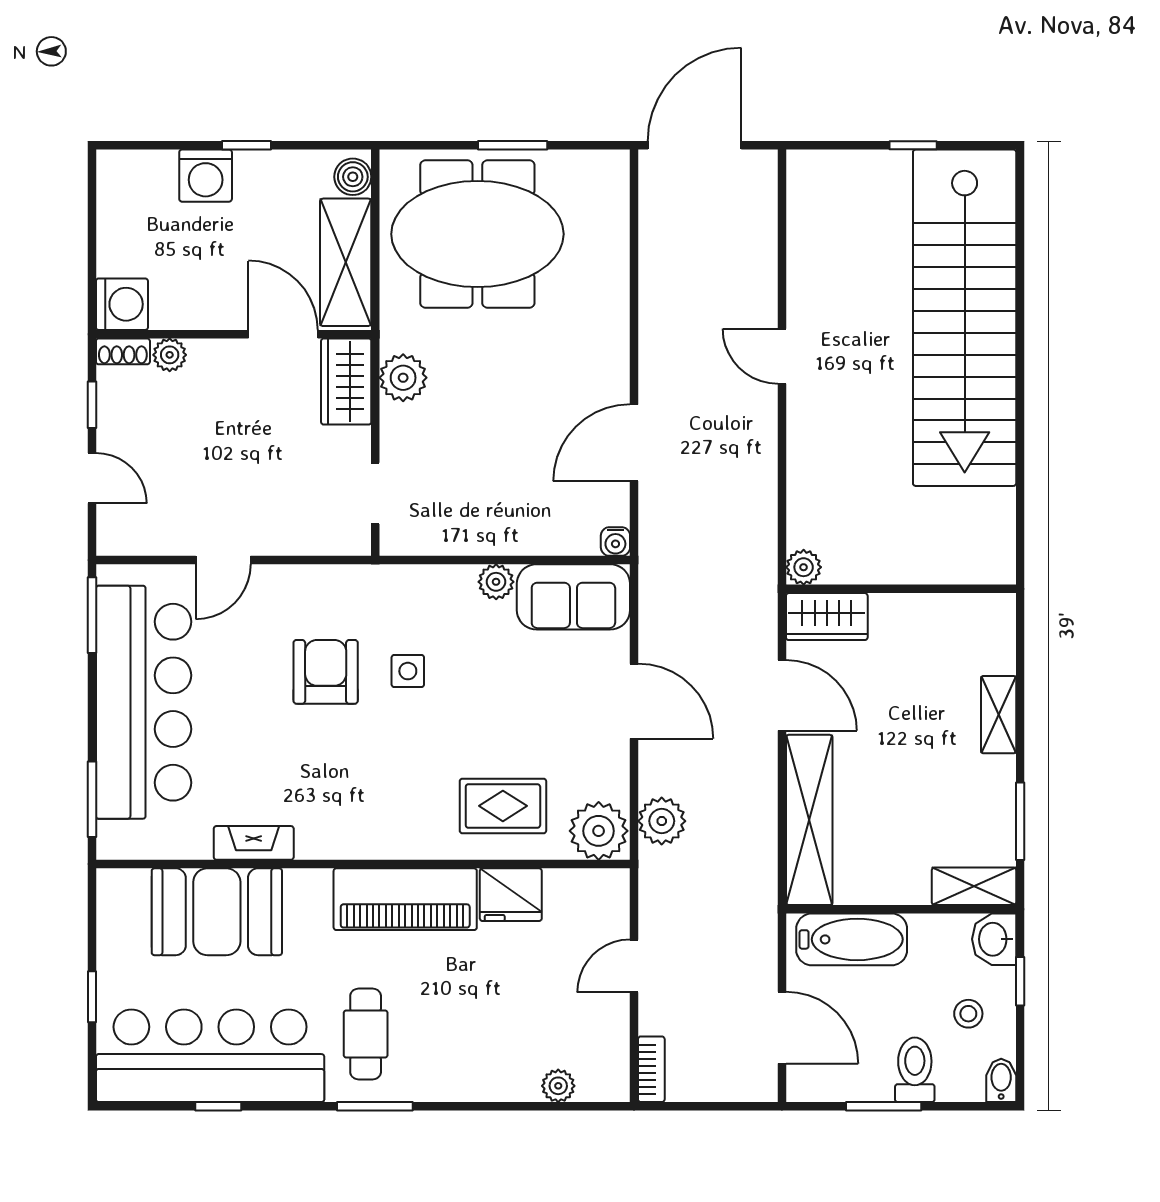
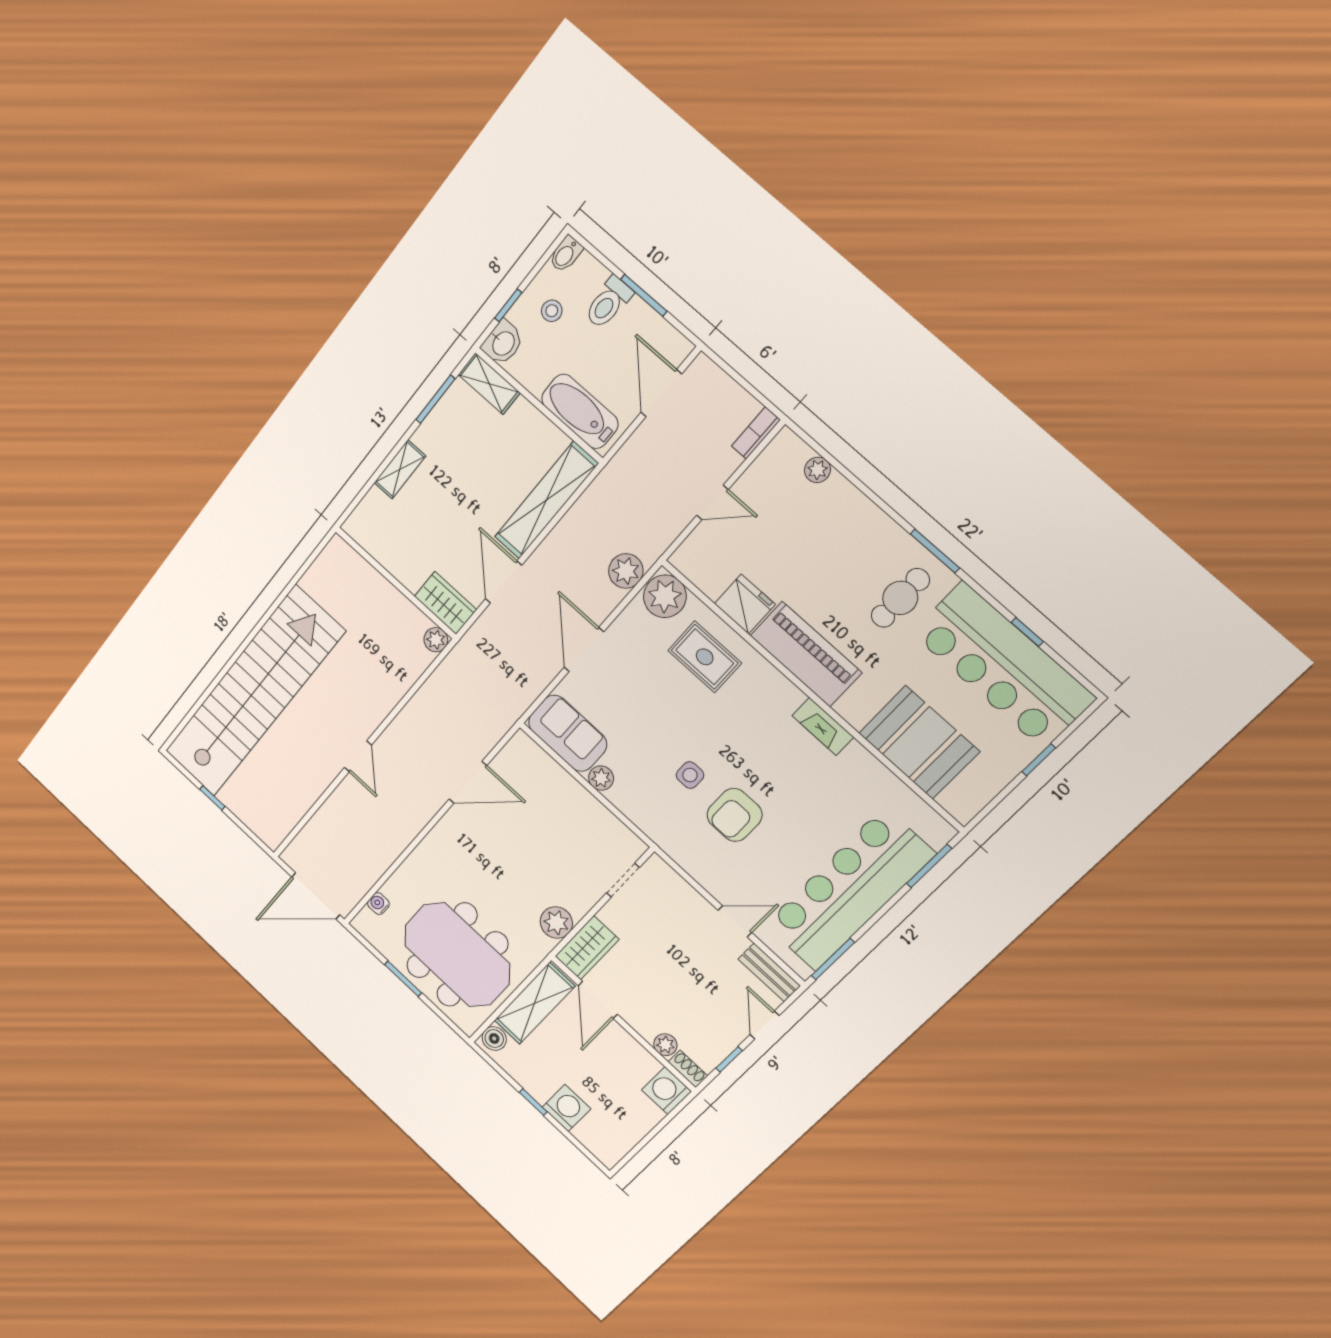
bench: (140, 539) -> (769, 972), added
water cooler: (615, 542) -> (378, 904), moved, turned -90
fireplace: (254, 843) -> (823, 726), moved

